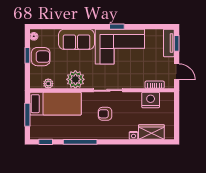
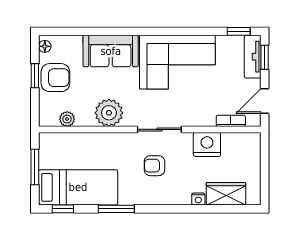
window: (117, 27) -> (239, 31), moved
door: (177, 72) -> (265, 101), swing flipped
nightstand: (151, 100) -> (207, 144), moved
bed: (55, 104) -> (78, 187), moved
window: (80, 142) -> (116, 209), width x0.69

